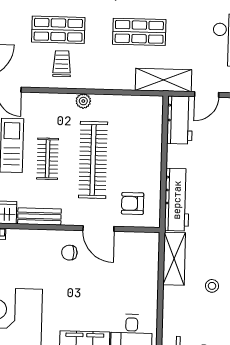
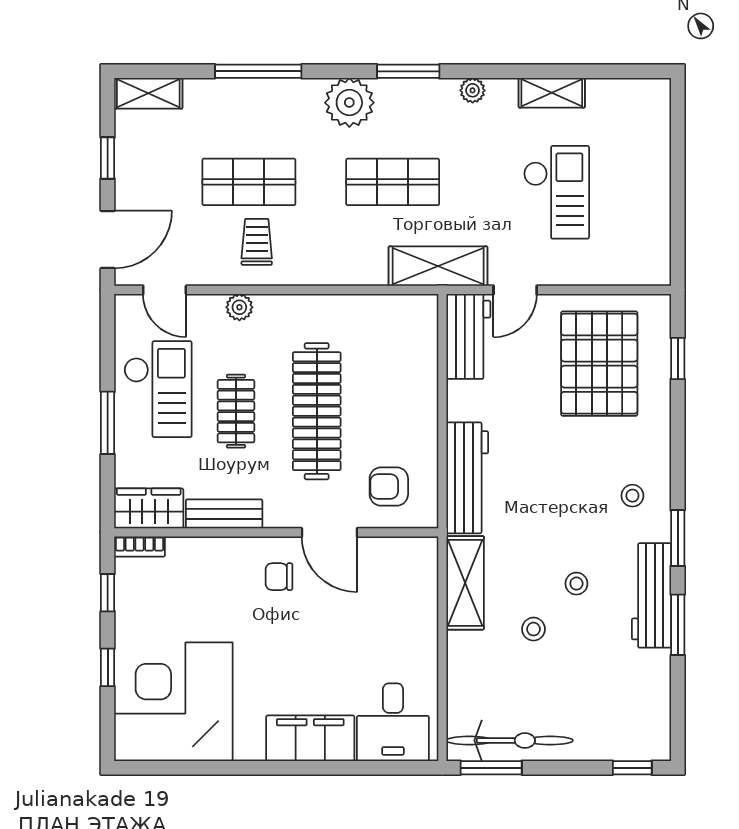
plant: (83, 101) -> (239, 307), moved

